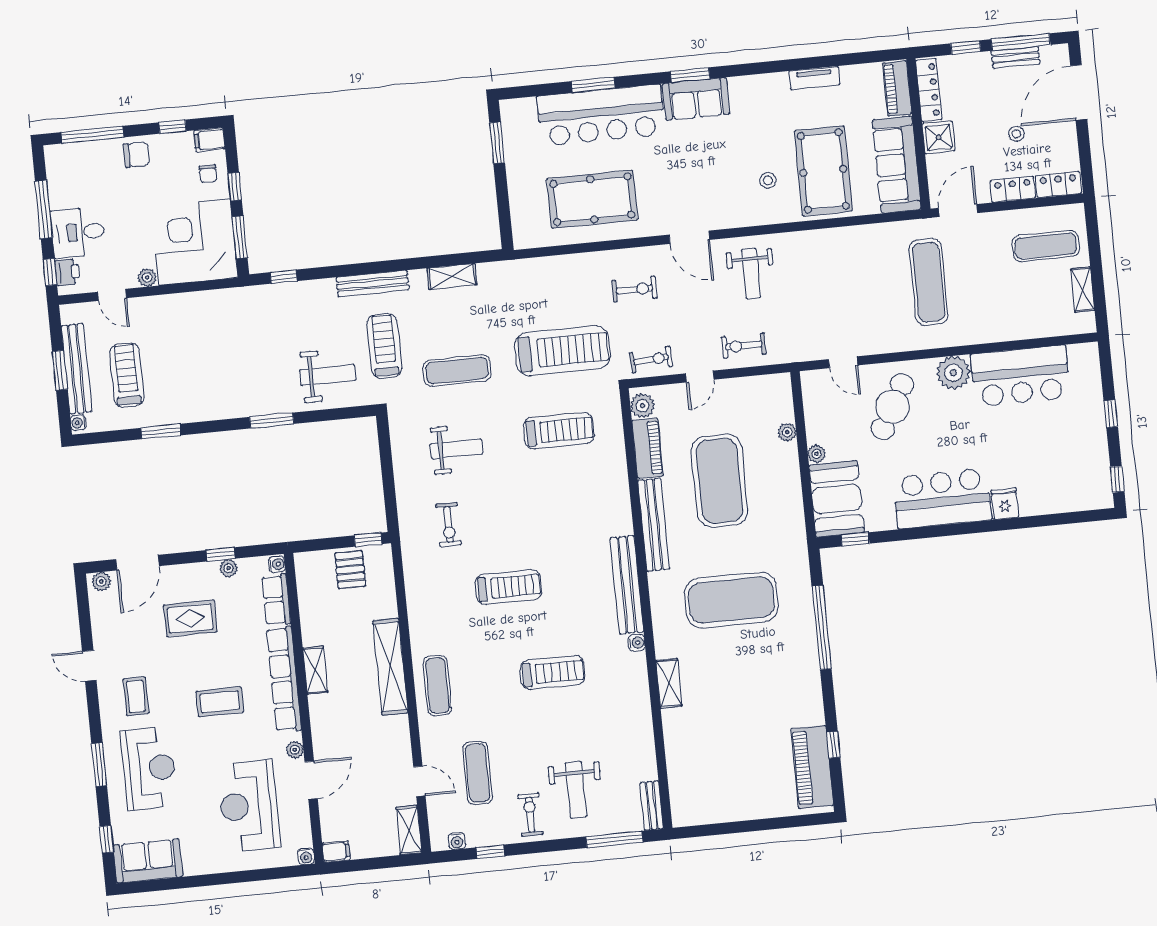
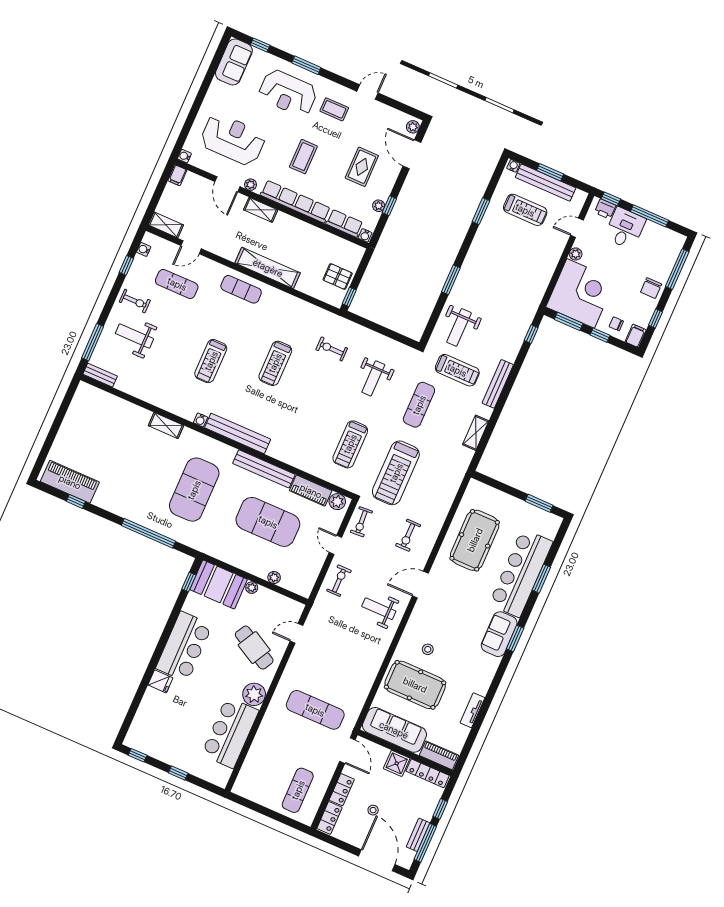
shelving: (1083, 290) -> (260, 798), removed
shelving: (315, 670) -> (261, 210), moved

